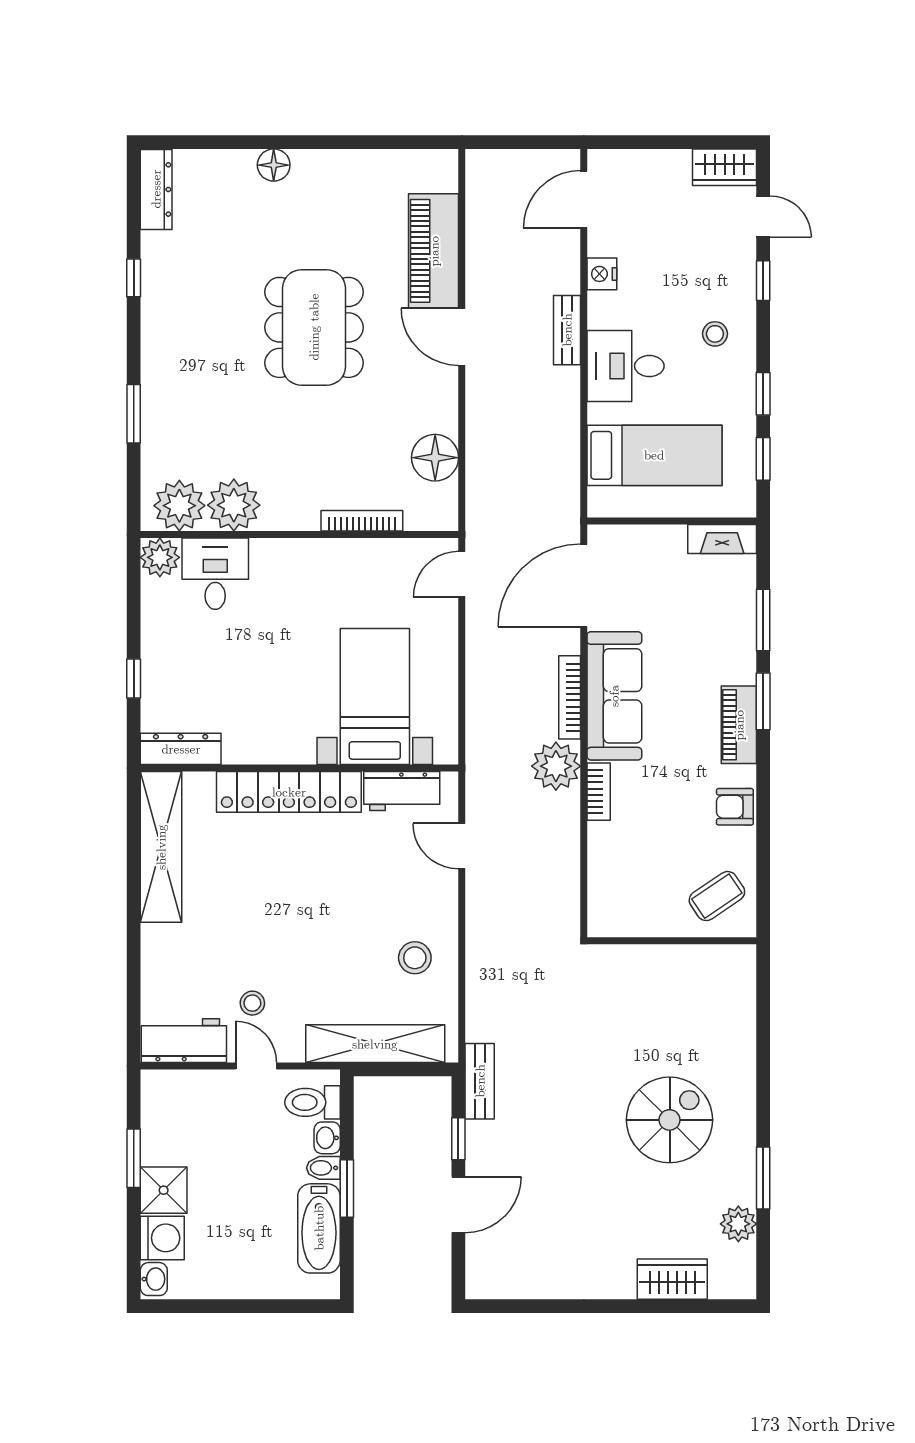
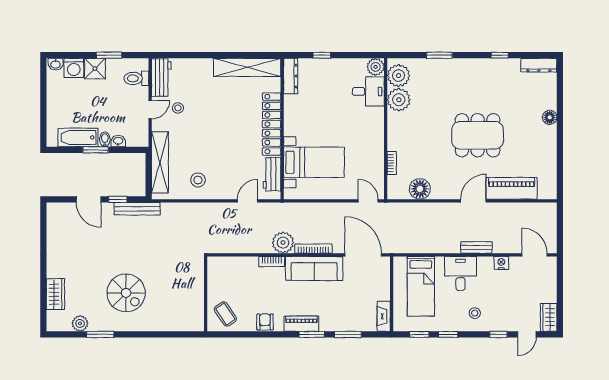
bookcase: (362, 521) -> (392, 163), width x0.64
bench: (480, 1081) -> (137, 209), width x1.36
toilet: (312, 1102) -> (136, 78), moved, turned -90

